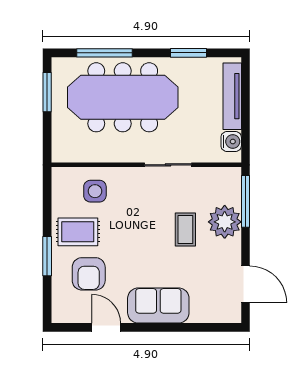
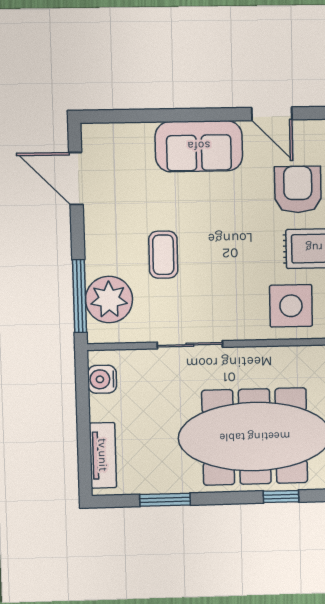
window: (105, 53) -> (281, 497), width x0.46
tv unit: (232, 96) -> (103, 455), width x0.71
side table: (95, 191) -> (291, 306), width x1.37, depth x1.37
plant: (225, 222) -> (109, 300), moved

